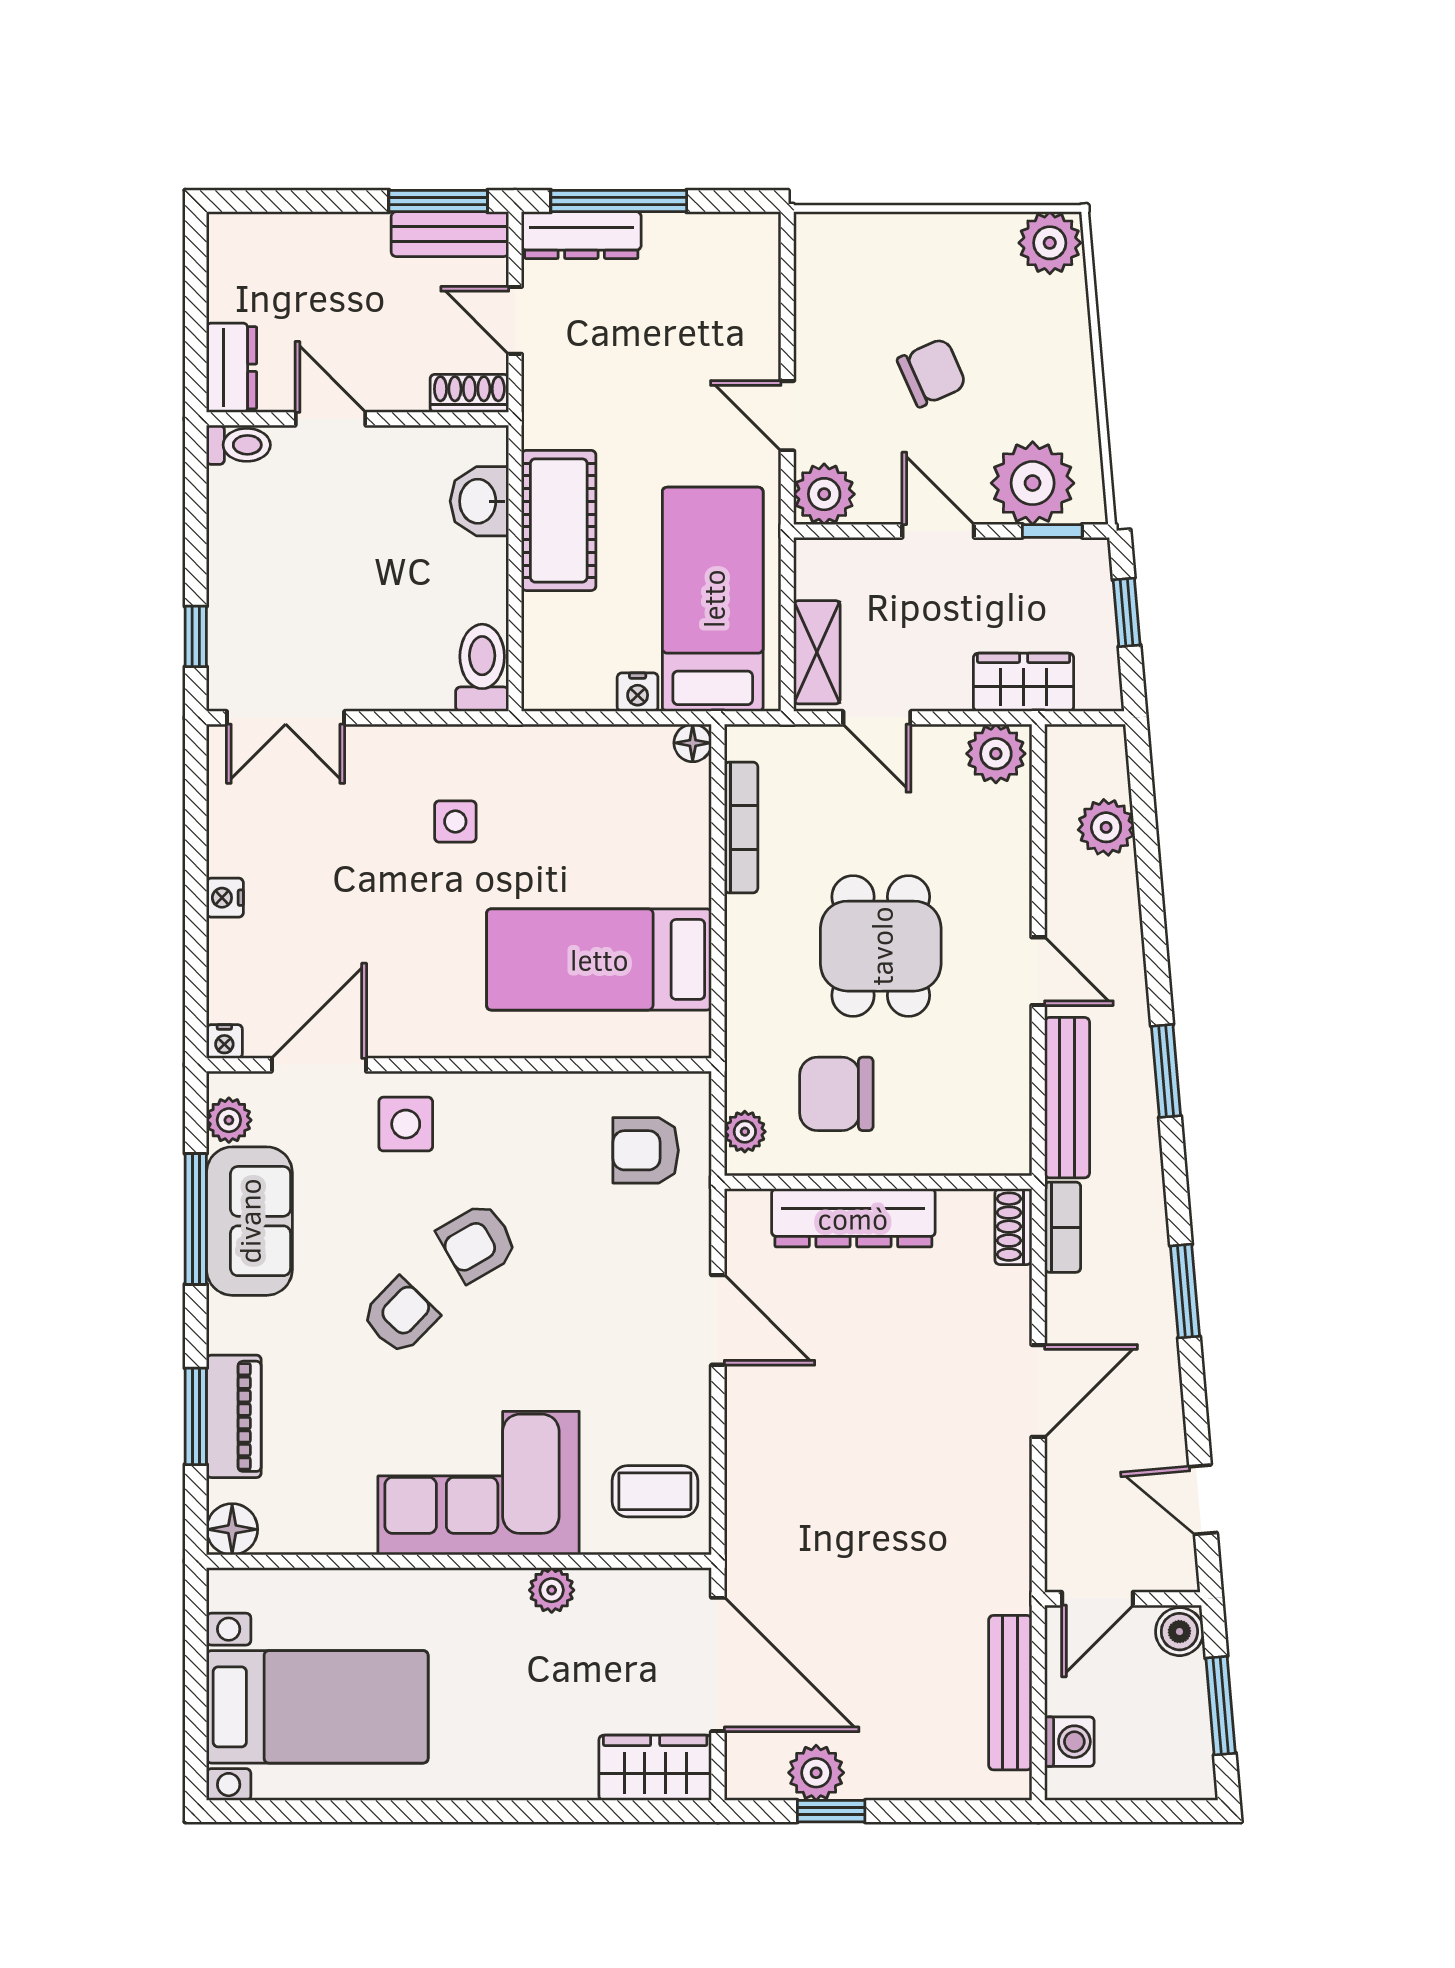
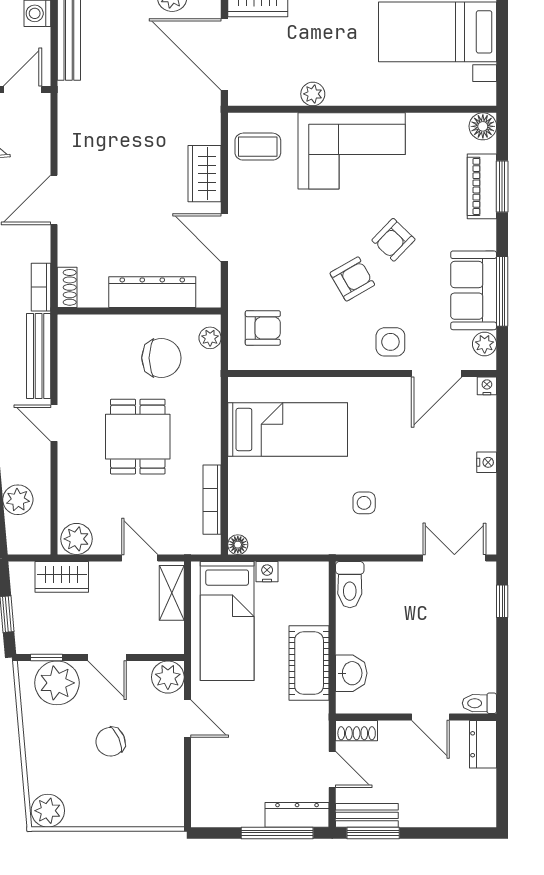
wardrobe: (755, 1440) -> (205, 174), added

